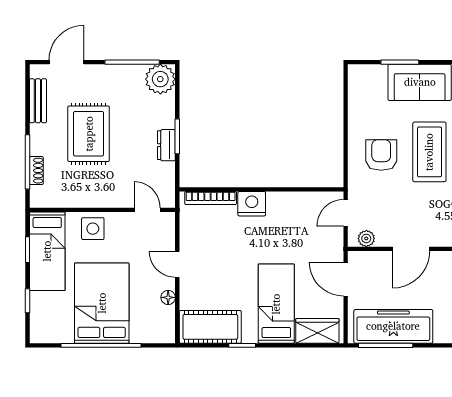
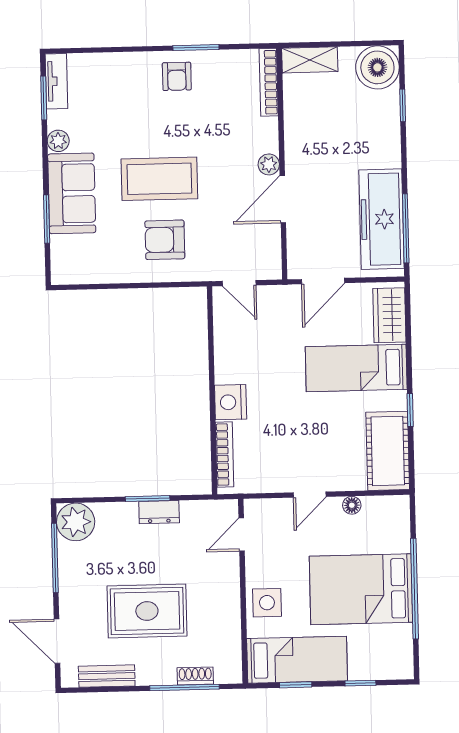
plant: (366, 238) -> (269, 164), moved
door: (411, 249) -> (283, 199), swing flipped

